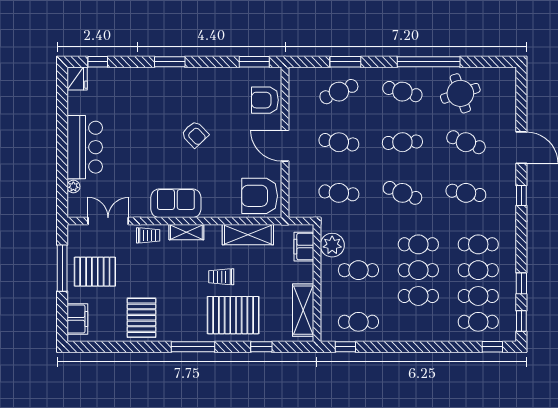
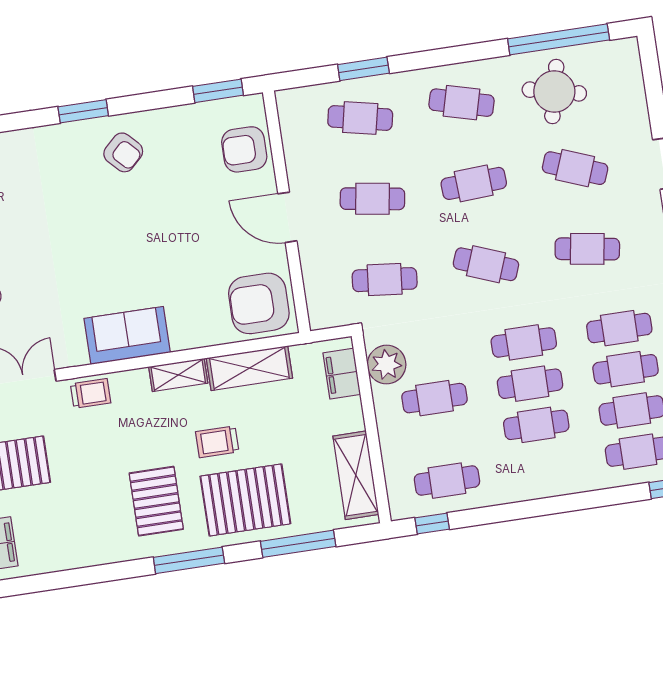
window: (429, 62) -> (559, 39), moved
cafe table: (339, 92) -> (360, 118), turned 36
round table: (460, 93) -> (554, 92), turned 31
armchair: (195, 134) -> (123, 152), moved
shelving: (186, 232) -> (178, 375), moved
pallet: (141, 318) -> (156, 501), moved
window: (261, 347) -> (298, 544), width x2.17

